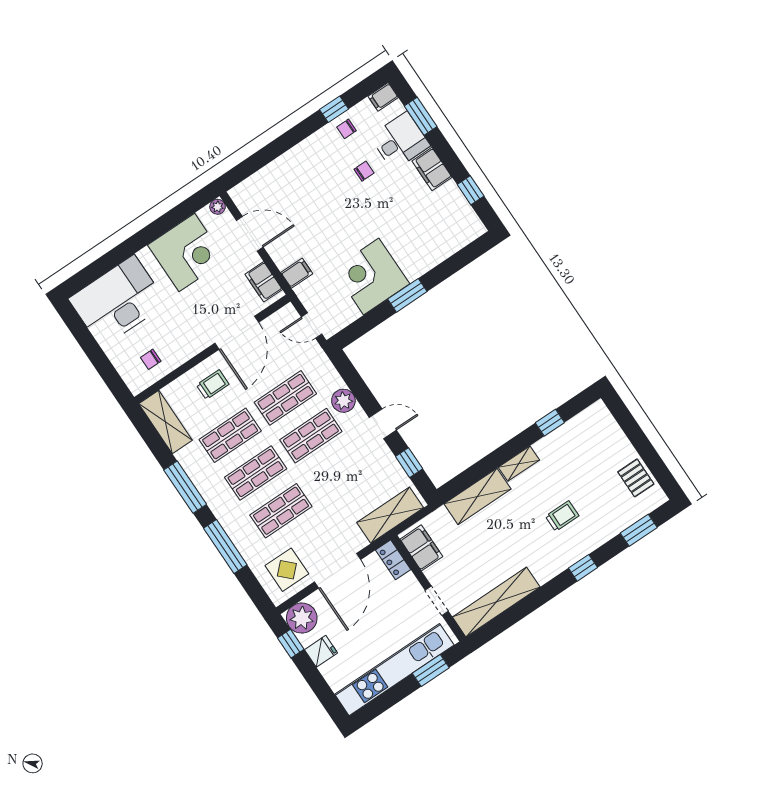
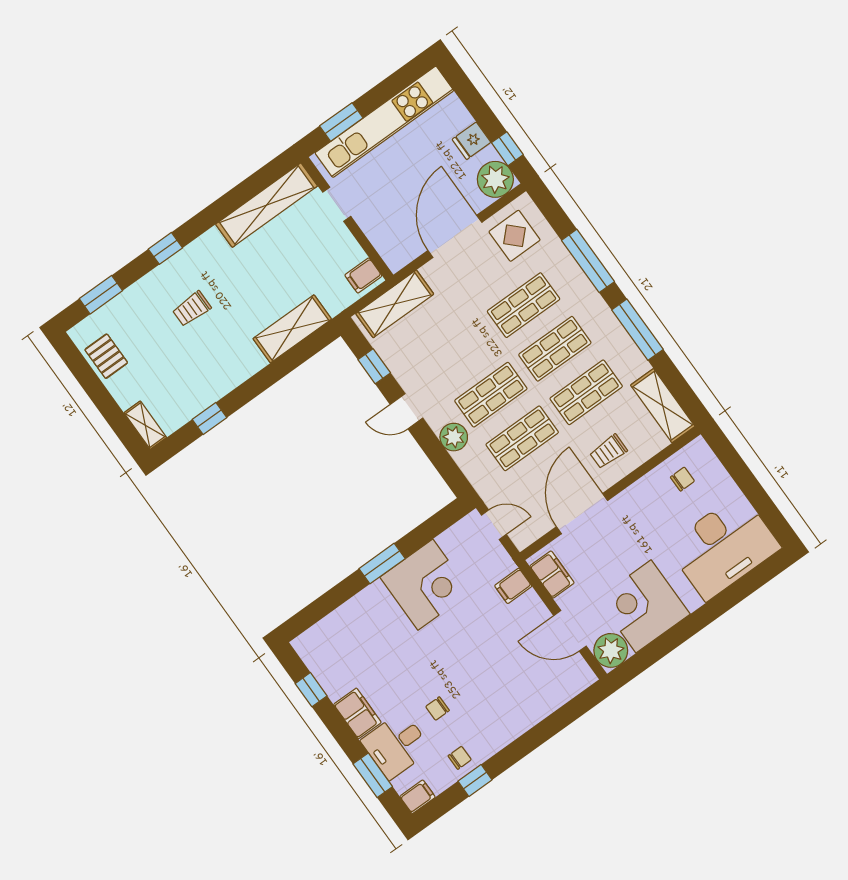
plant: (218, 207) -> (611, 650), width x1.87, depth x1.87
shelving: (519, 464) -> (145, 425), moved, turned 90
filing cabinet: (421, 548) -> (363, 275), width x0.50
locker: (393, 560) -> (390, 251), removed

